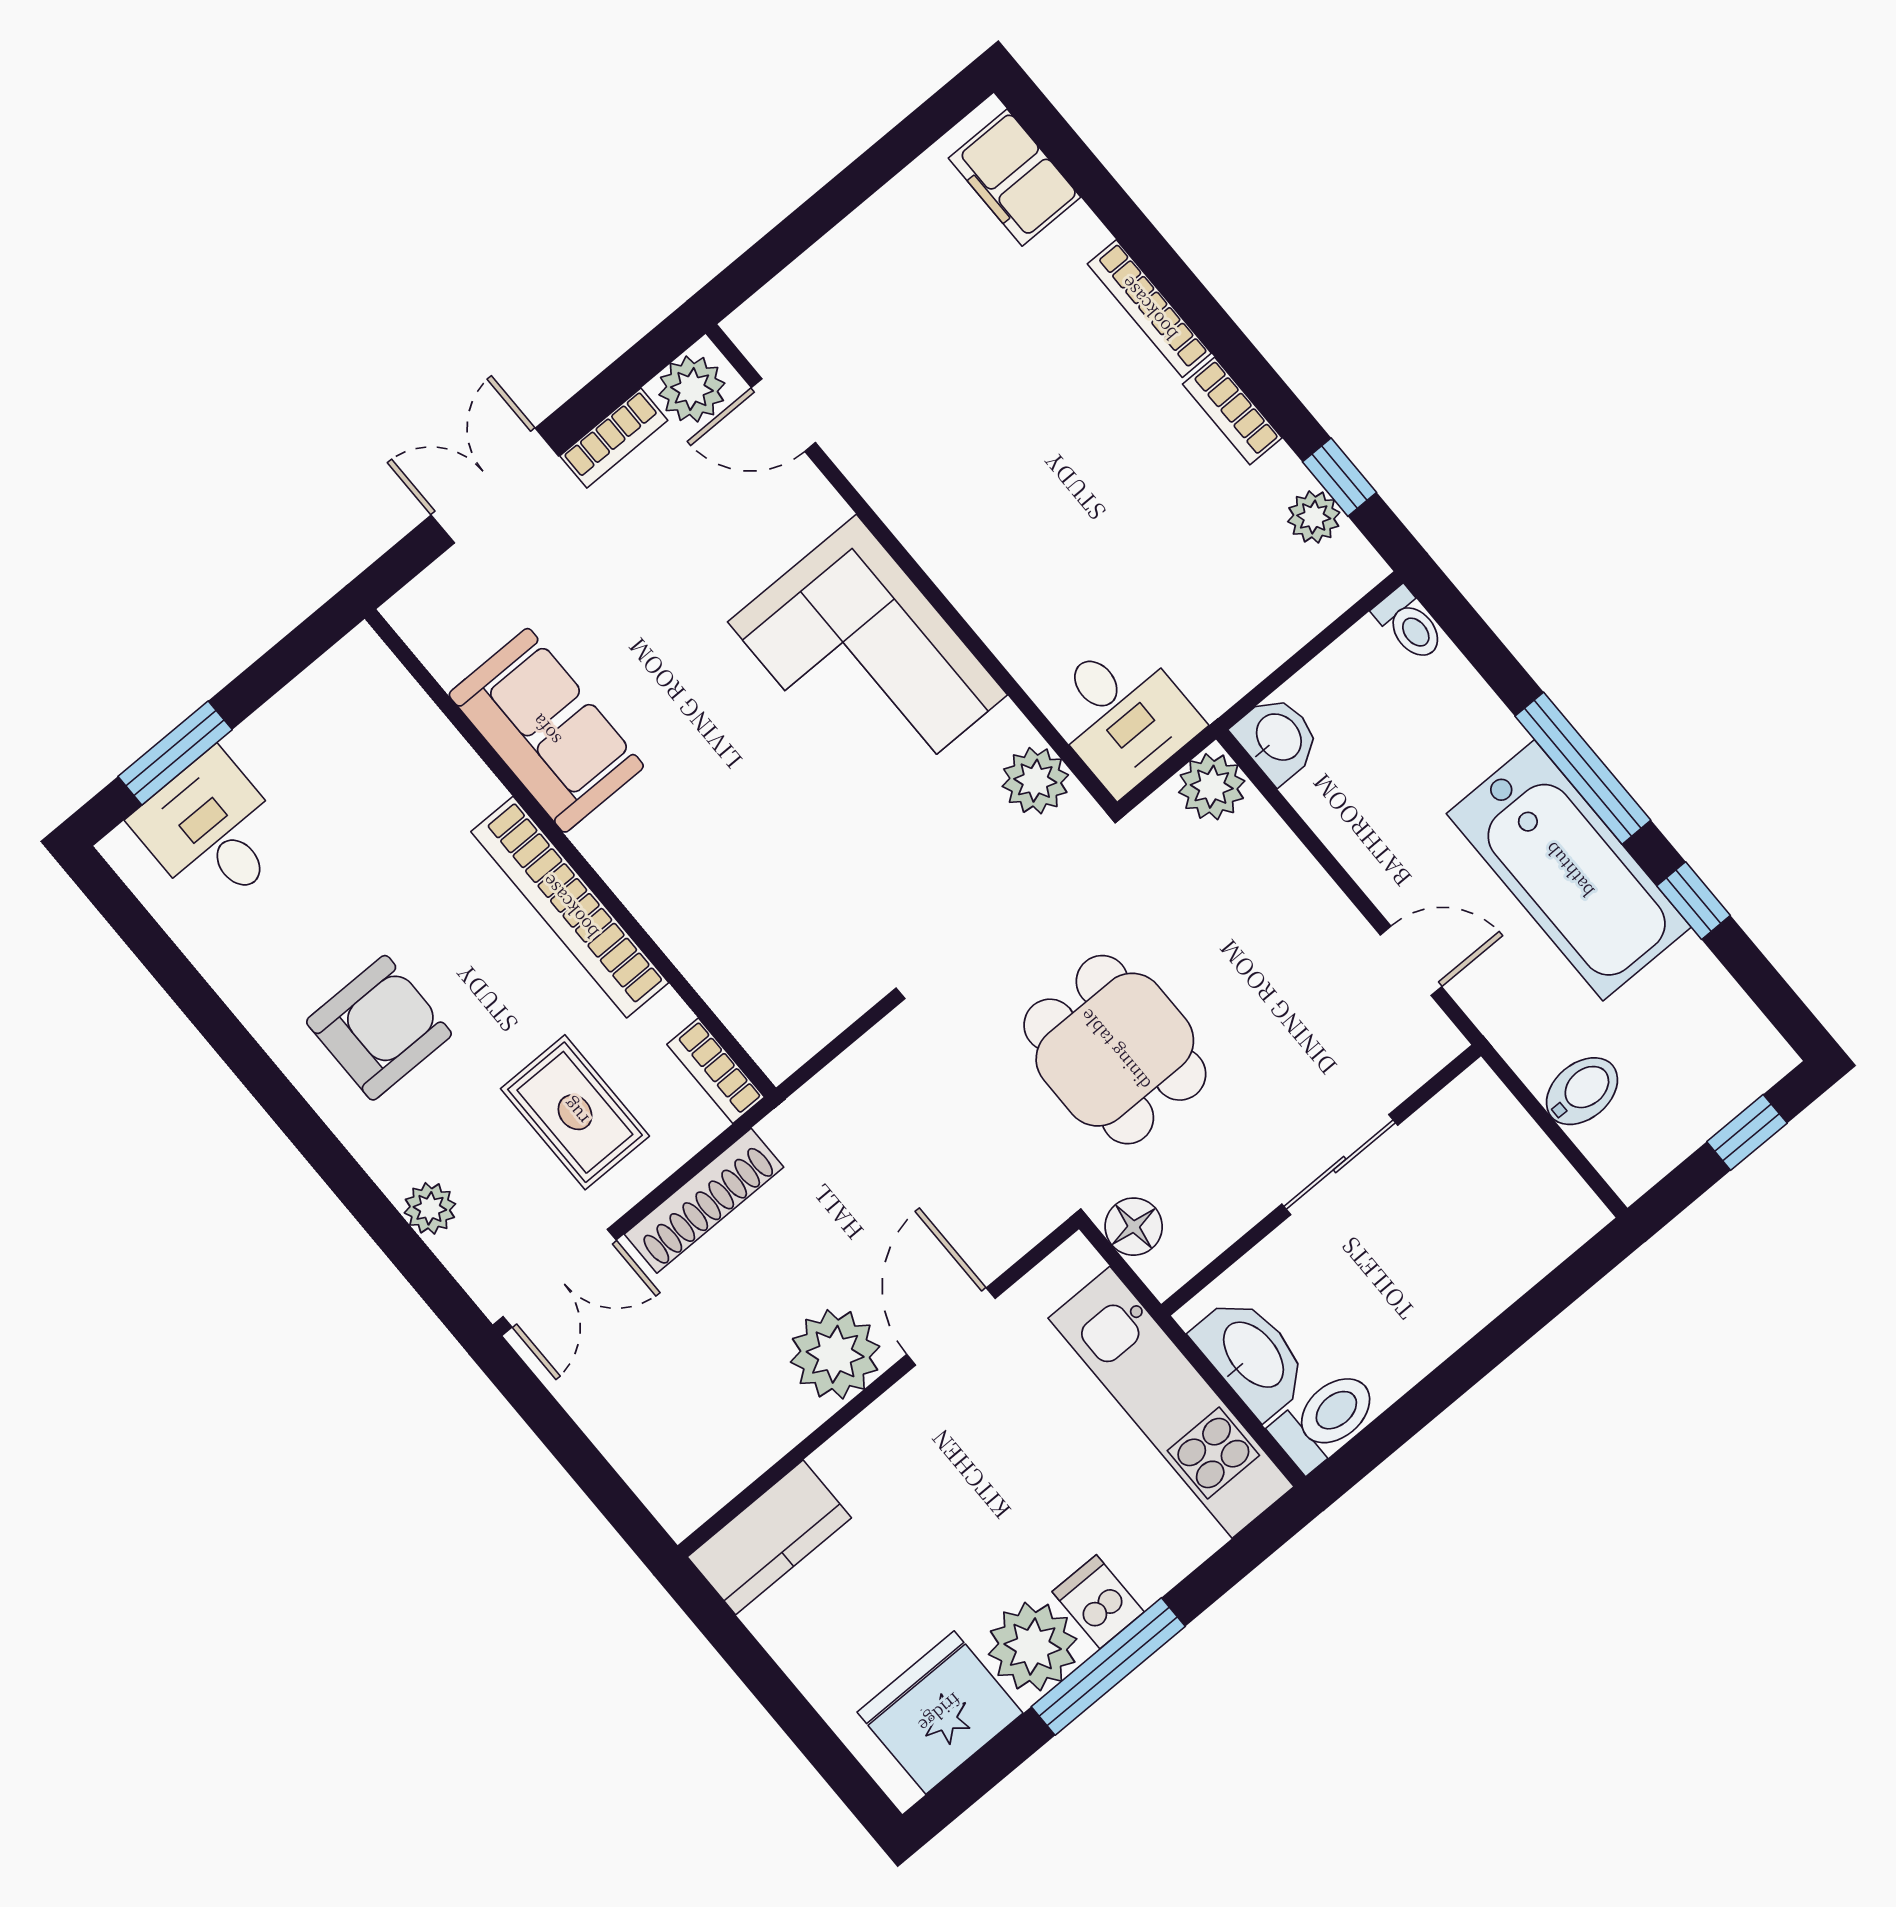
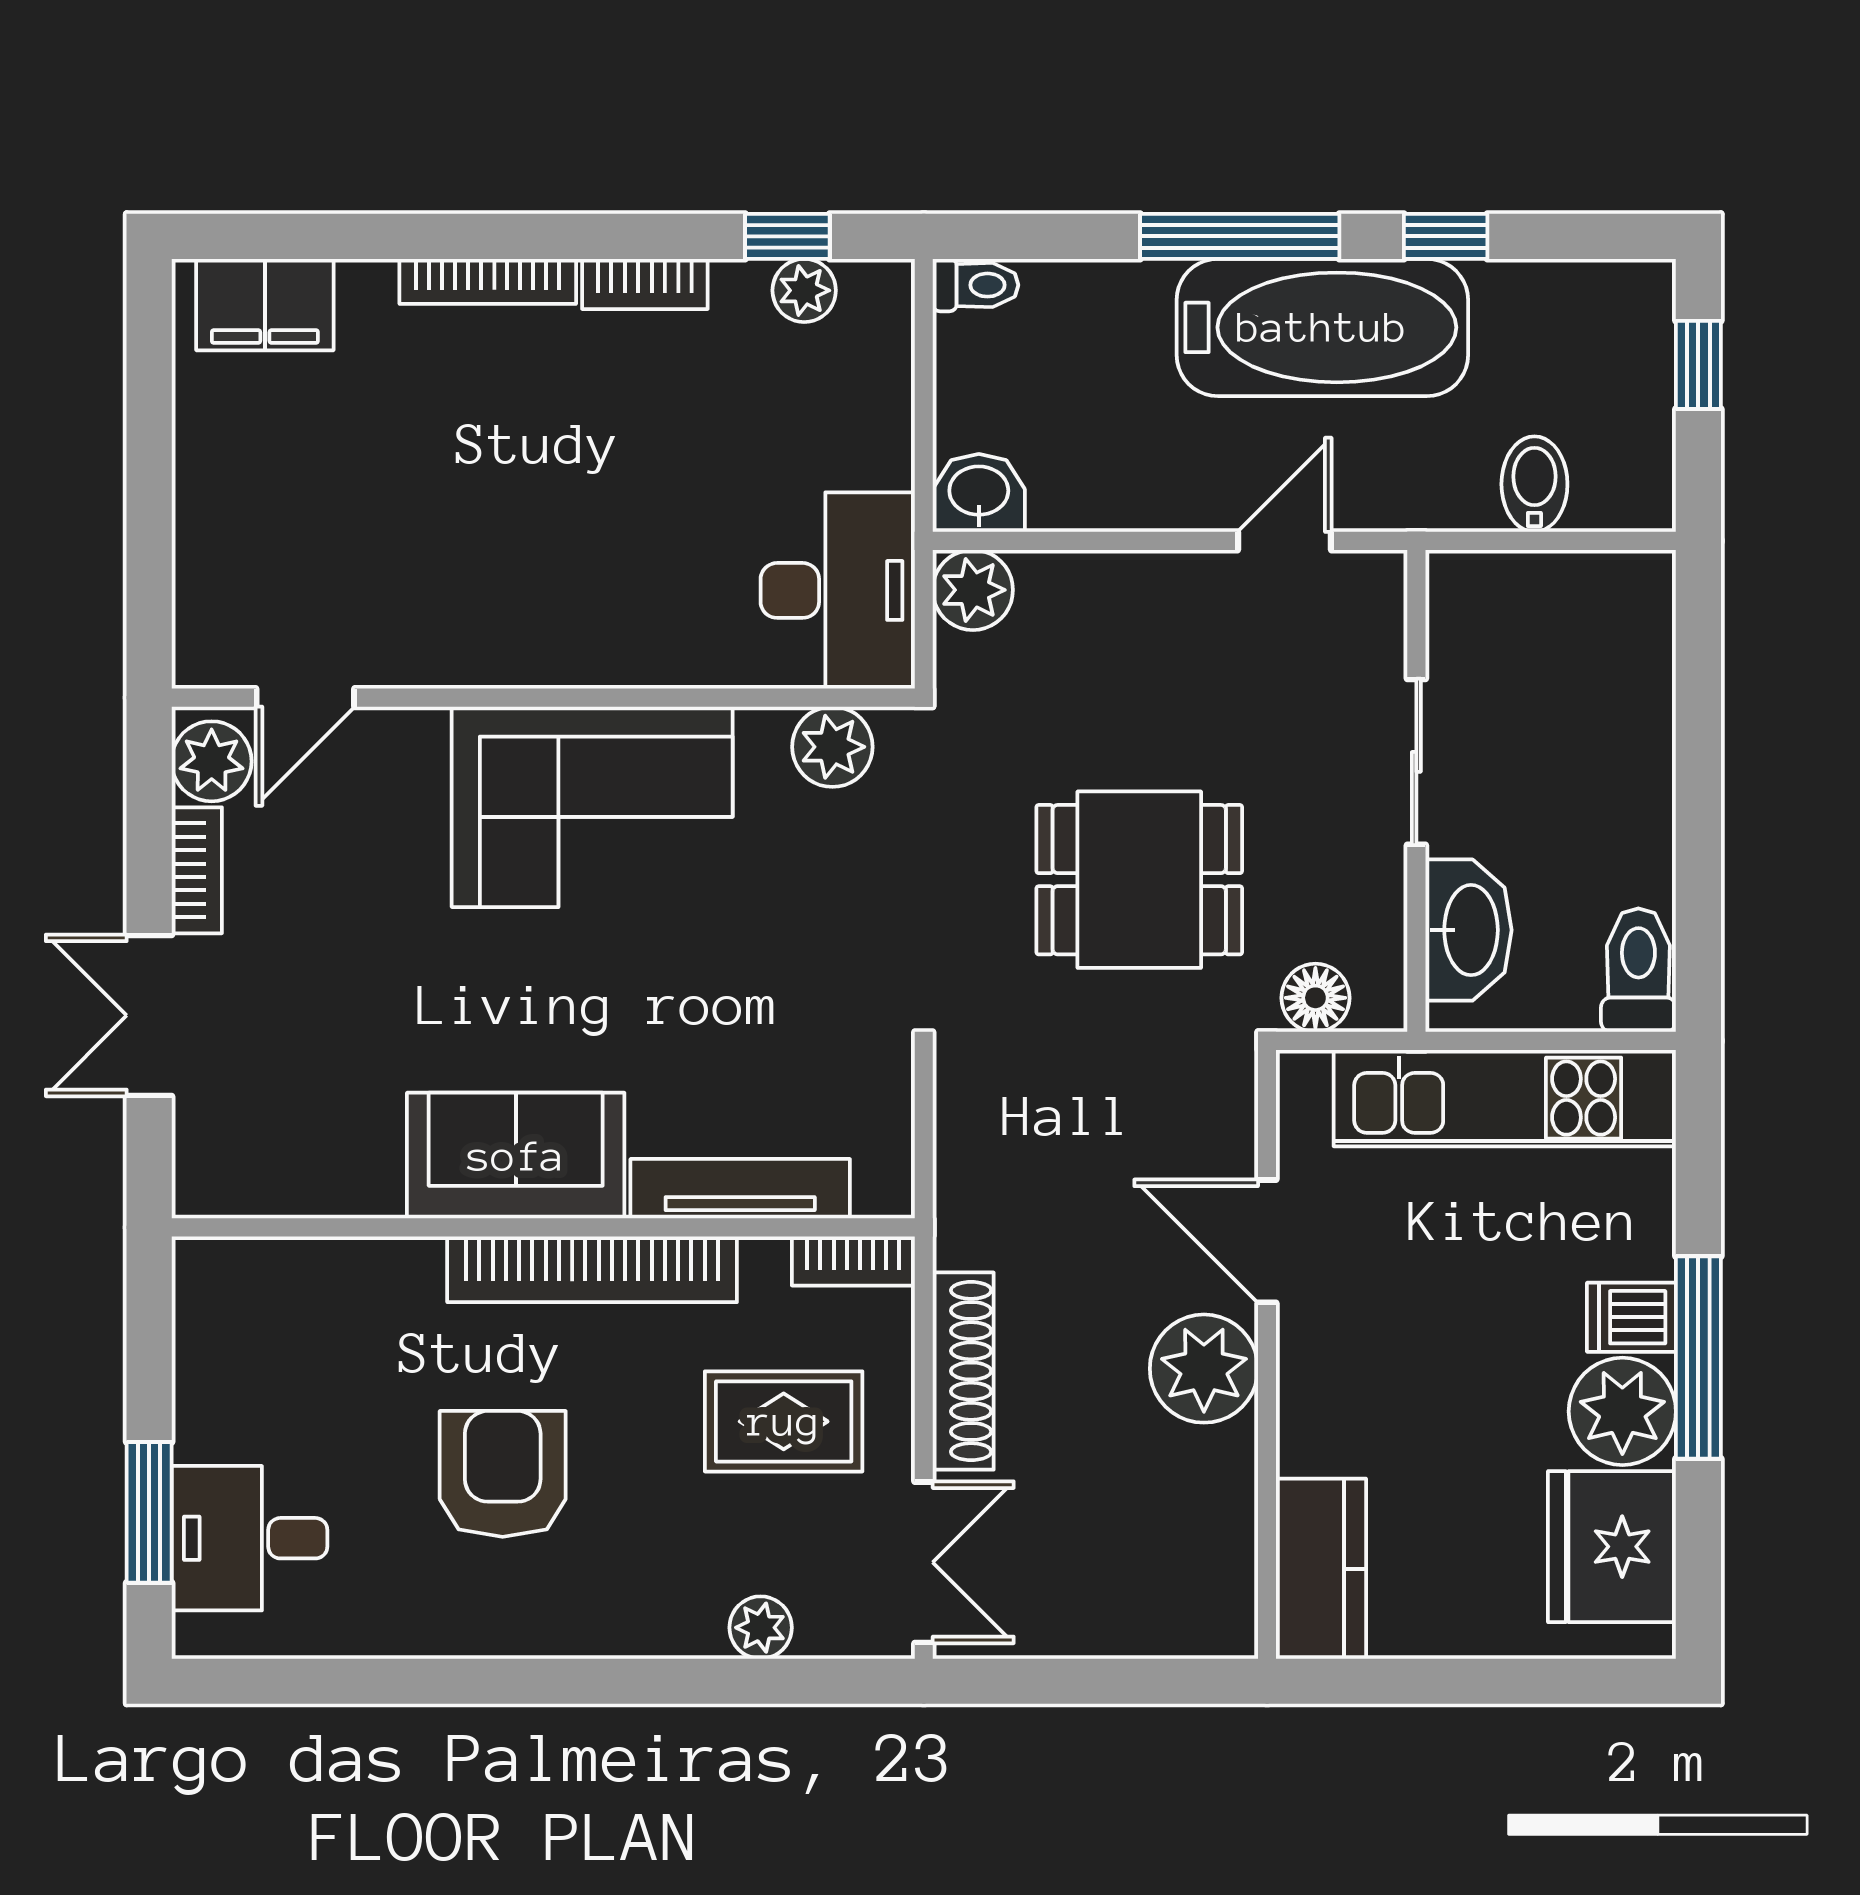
desk: (1122, 714) -> (838, 590), width x1.37
sofa: (546, 730) -> (516, 1156), moved
tv unit: (701, 959) -> (740, 1189), added
armchair: (379, 1028) -> (503, 1474), moved
washbasin: (1252, 1356) -> (1468, 930), moved, turned 90

